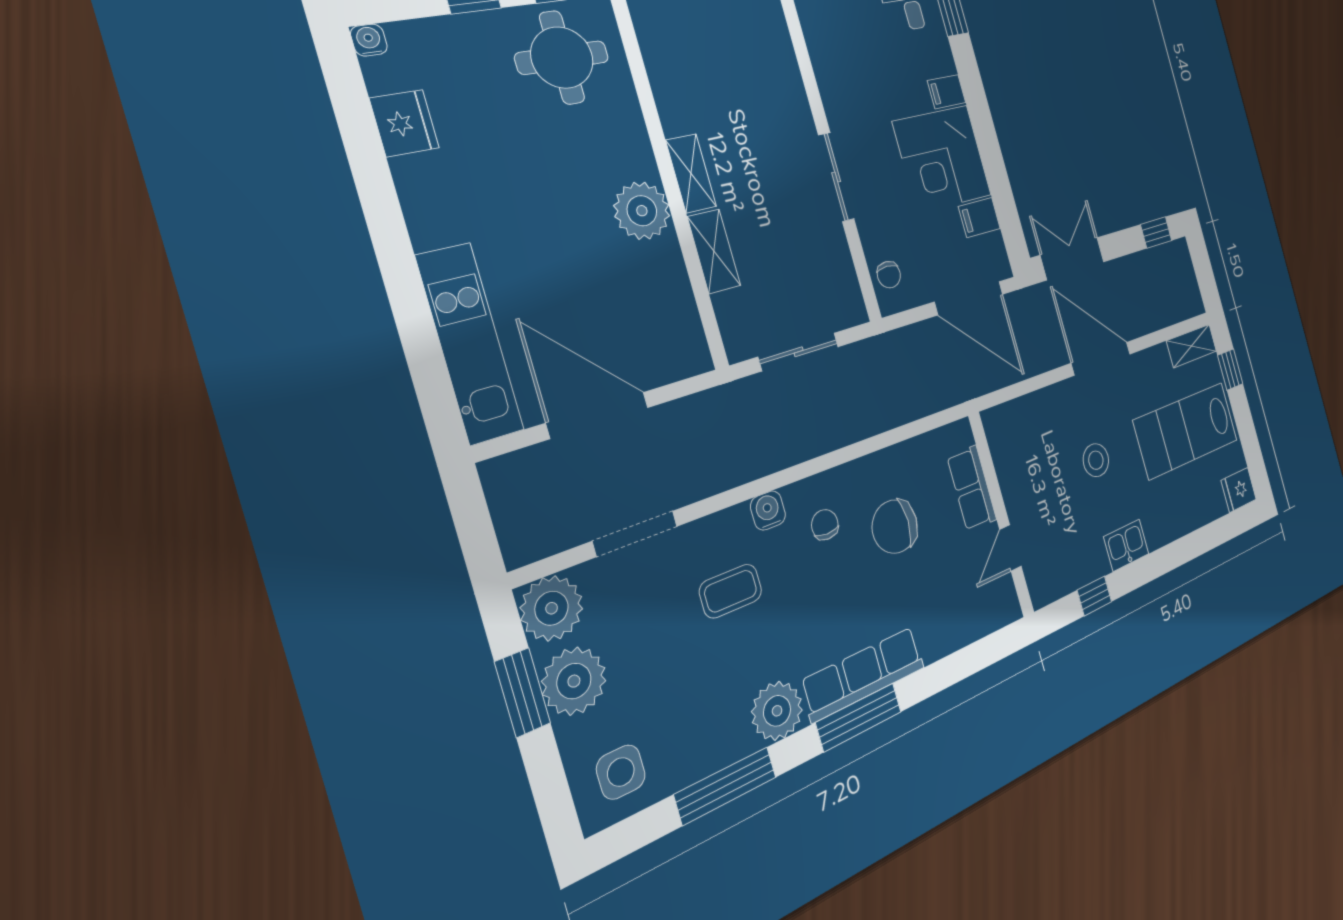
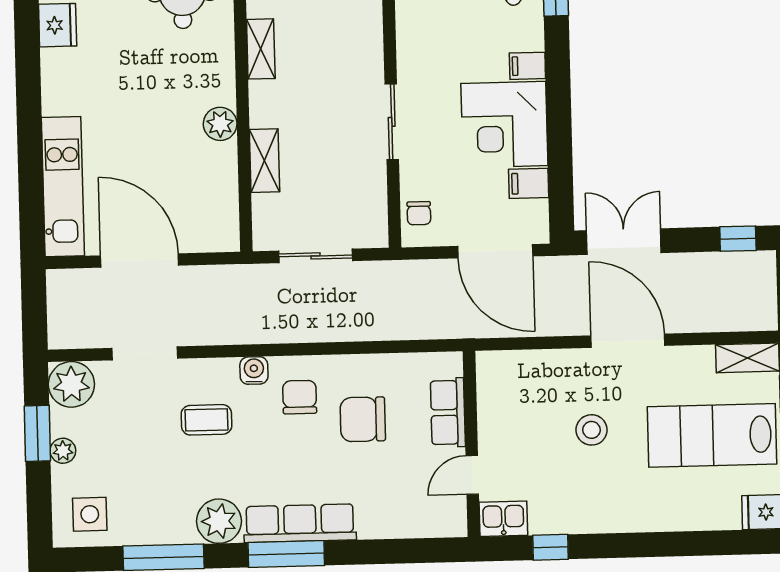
shelving: (691, 173) -> (261, 49), moved
plant: (642, 211) -> (220, 124), width x0.73, depth x0.73
chair: (825, 525) -> (300, 397), width x1.37, depth x1.37
kitchen sink: (1126, 545) -> (503, 519), moved
plant: (574, 681) -> (63, 451), width x0.53, depth x0.53

